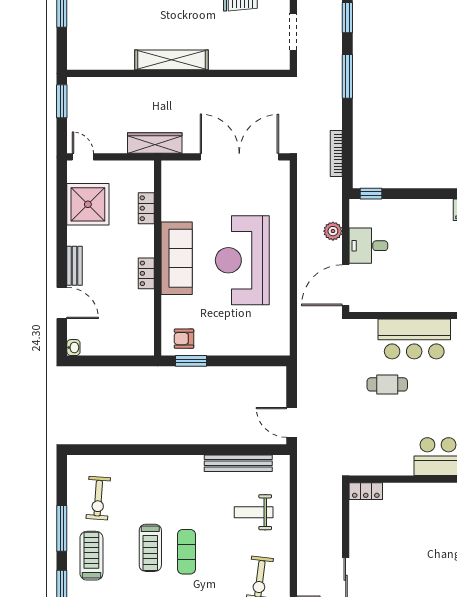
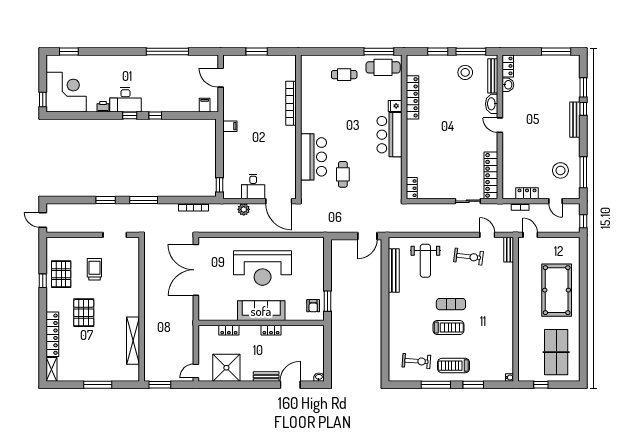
shelving: (172, 60) -> (133, 341), moved
wardrobe: (155, 143) -> (187, 325), removed
weight bench: (254, 512) -> (425, 261), width x1.36, depth x1.33

